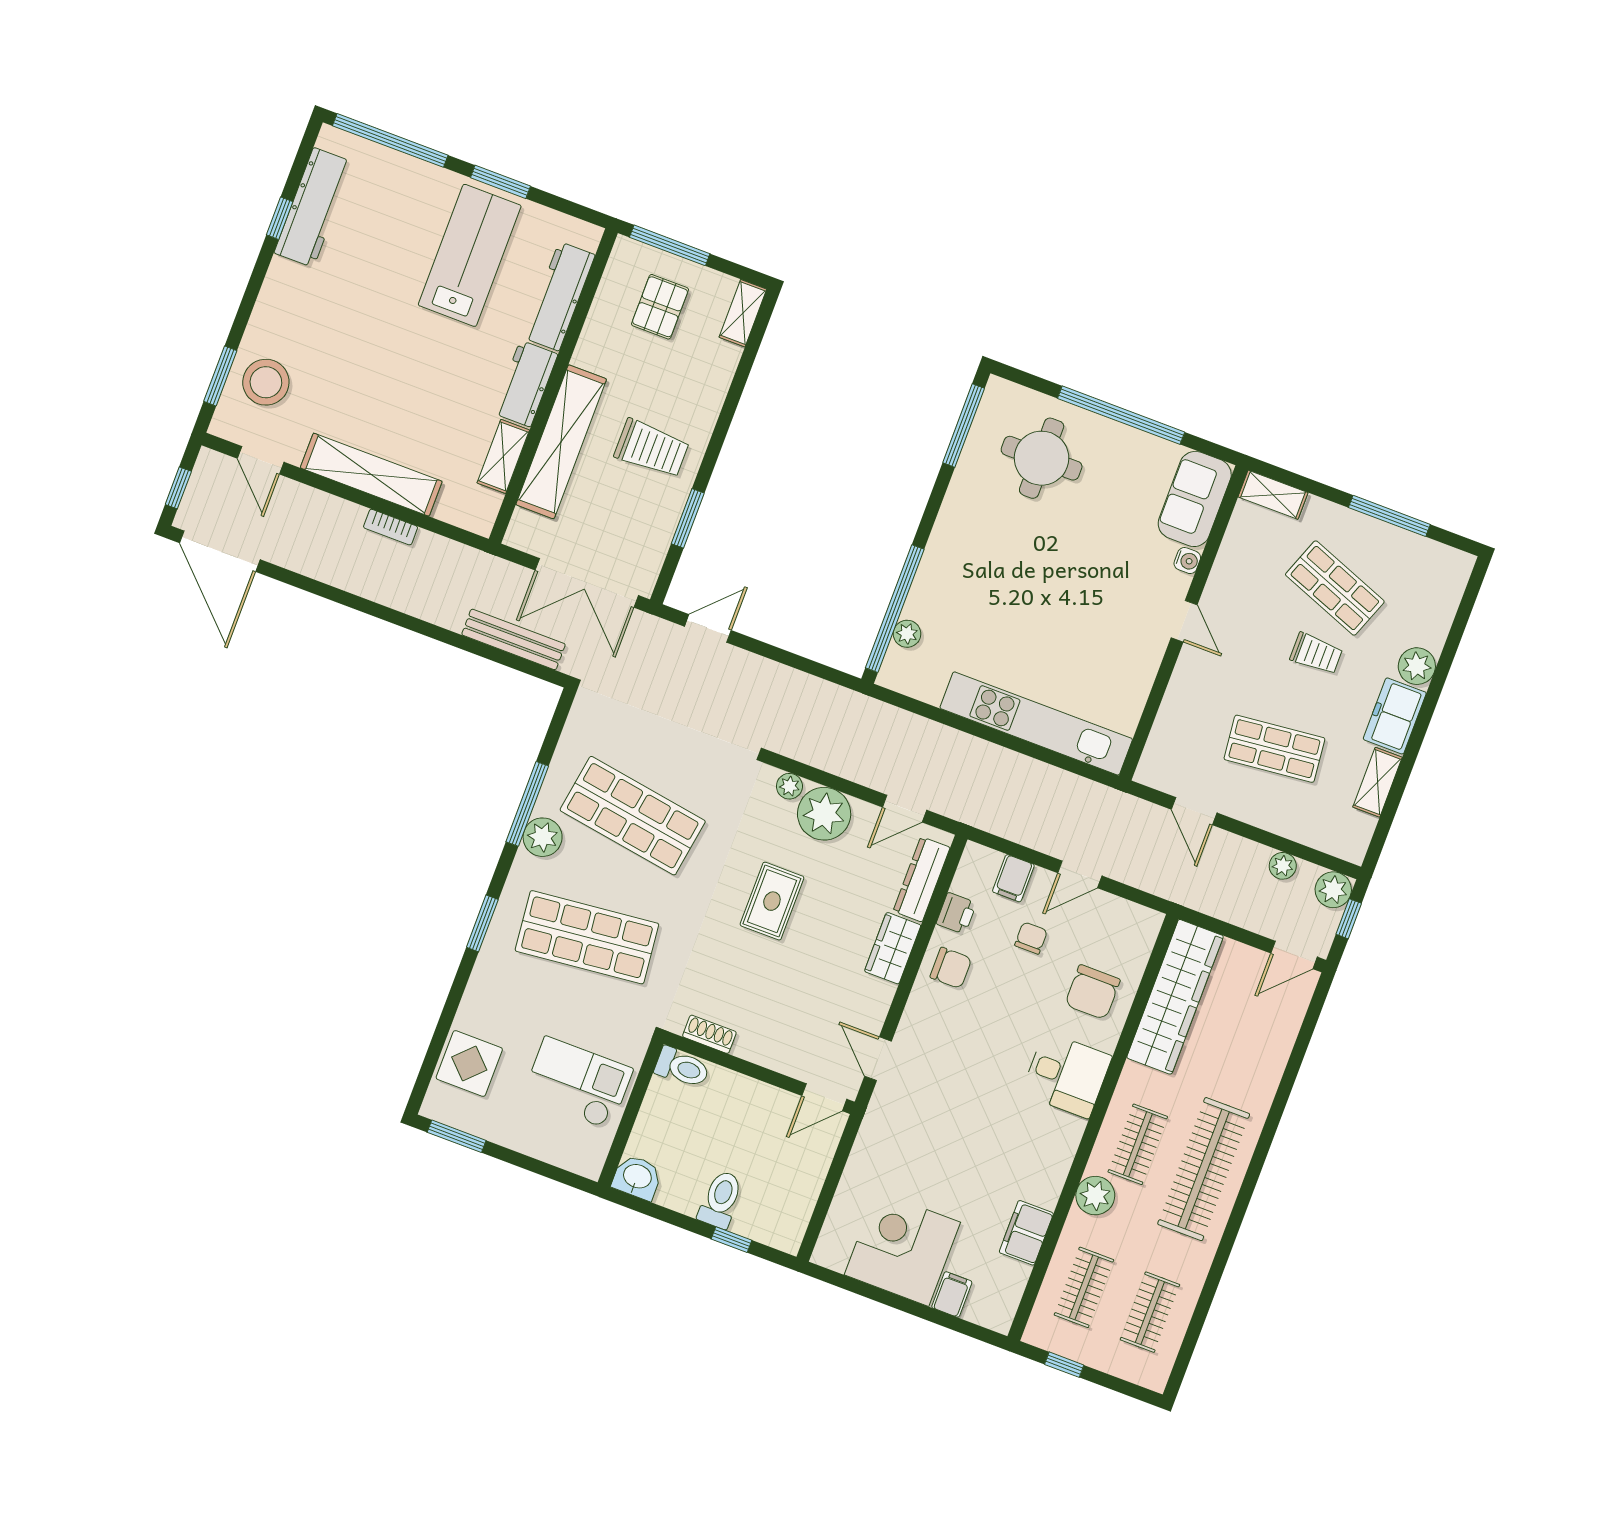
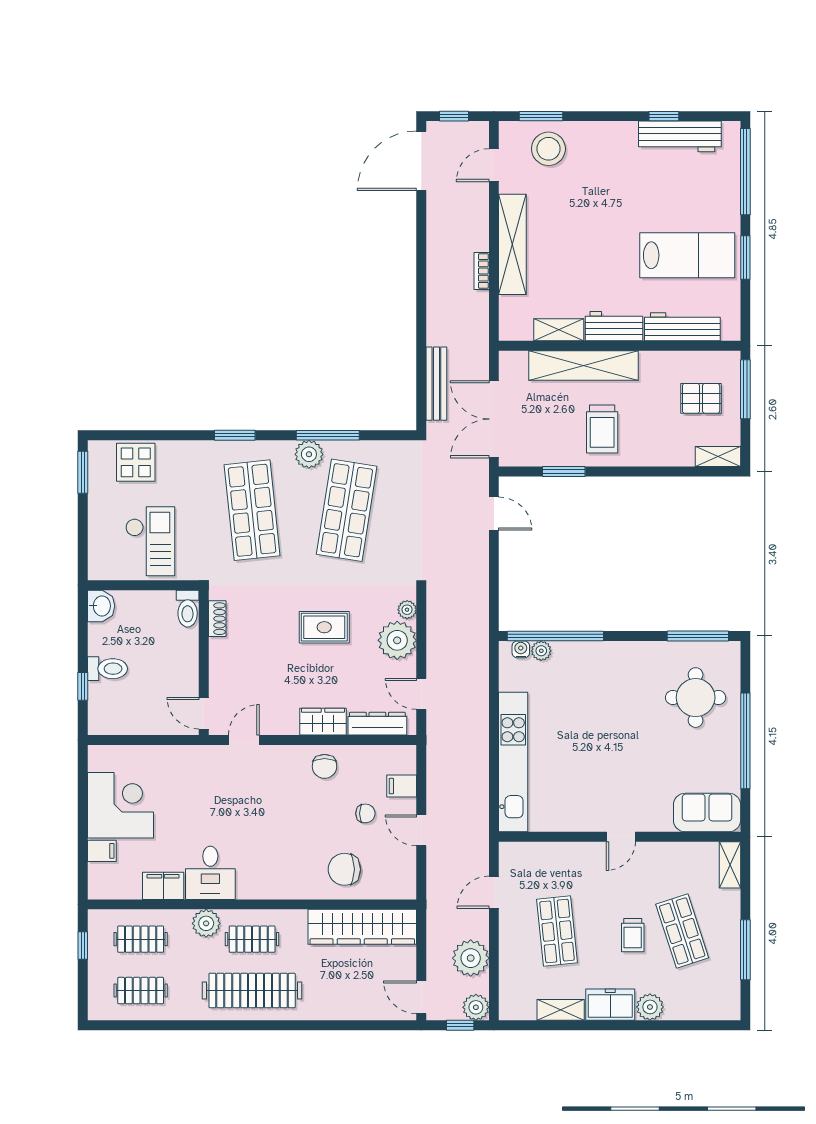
water cooler: (1187, 561) -> (521, 649), moved, turned 180
shop shelf: (1335, 588) -> (682, 931), turned -39
plant: (1283, 866) -> (471, 958), width x1.88, depth x1.88
printer: (956, 913) -> (363, 756), removed
desk: (1067, 1075) -> (210, 873), moved

